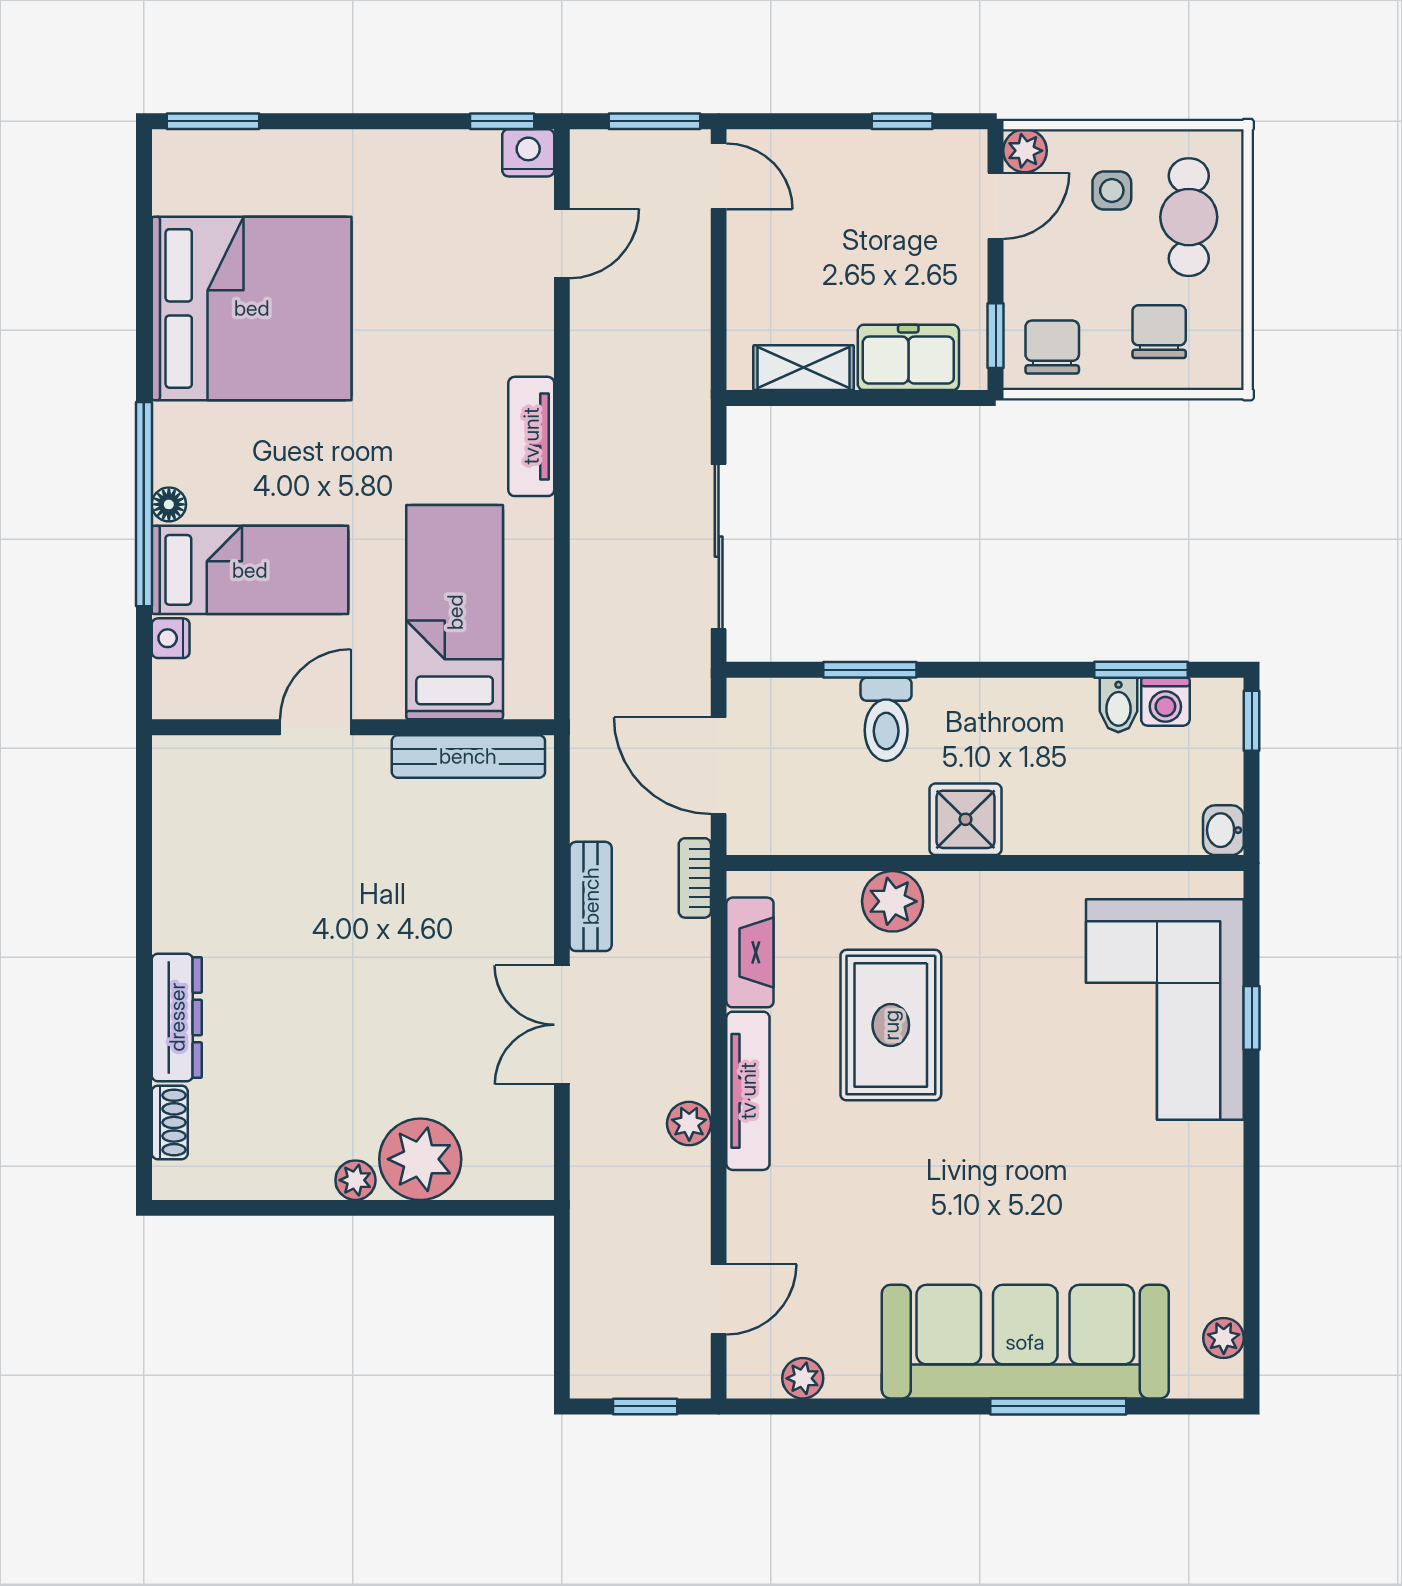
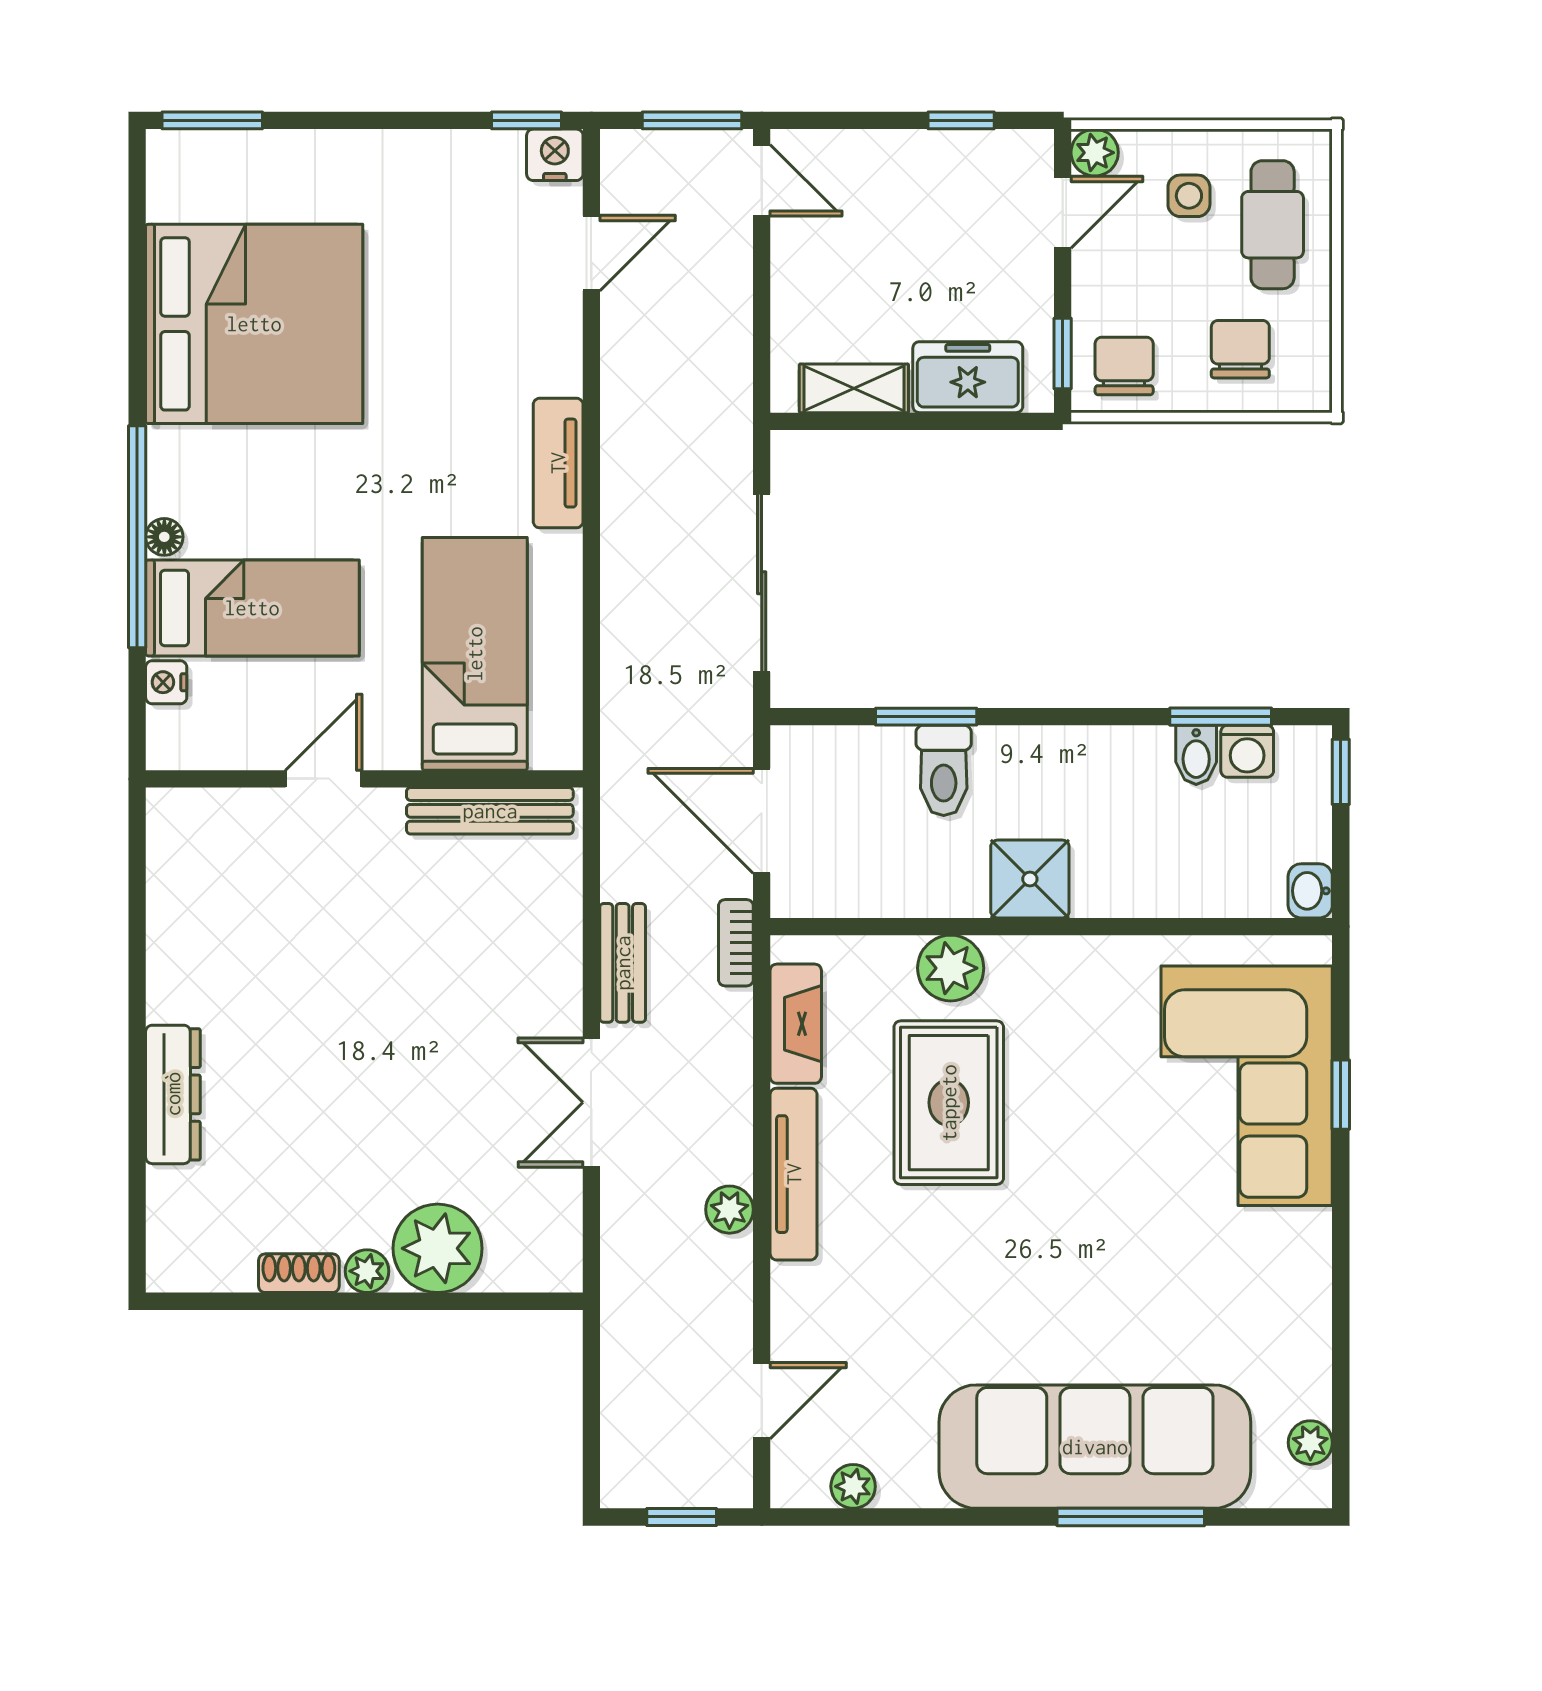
shoe rack: (170, 1122) -> (299, 1273), moved, turned -90

